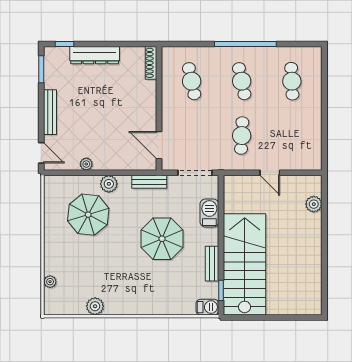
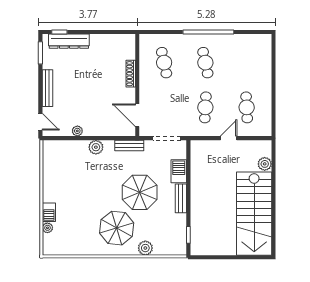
dresser: (95, 55) -> (69, 41), moved
shoe rack: (151, 63) -> (131, 74), moved
cafe table: (292, 81) -> (247, 107), moved
door: (270, 173) -> (229, 138), swing flipped
parasol: (88, 215) -> (117, 228), moved
bench: (212, 264) -> (181, 198), moved
stairs: (245, 264) -> (254, 214), moved, turned 180
plant: (95, 306) -> (145, 248), moved
barbecue: (207, 307) -> (49, 212), moved, turned 90

